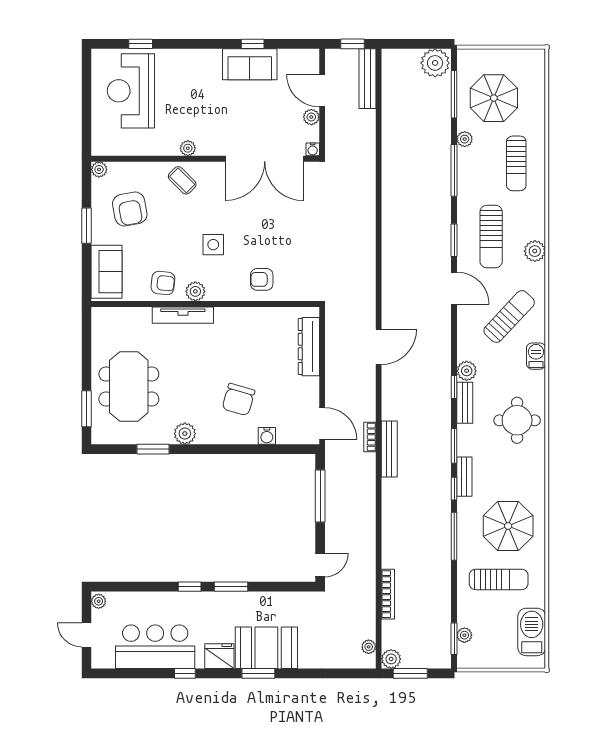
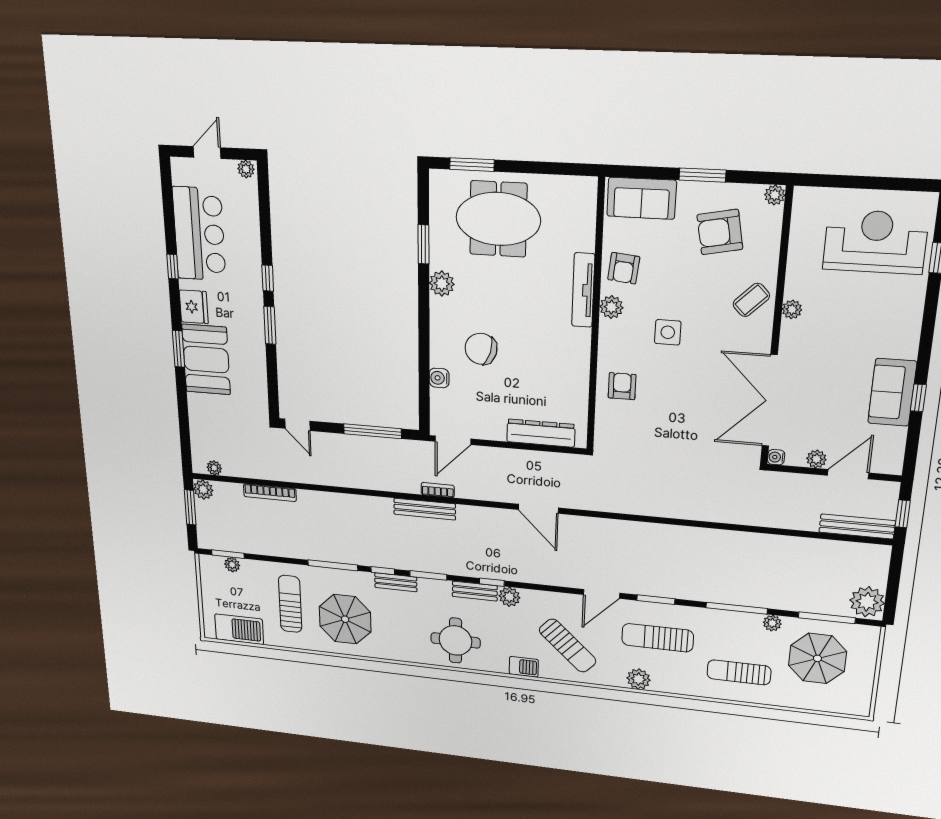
sun lounger: (499, 579) -> (290, 604), turned 180

